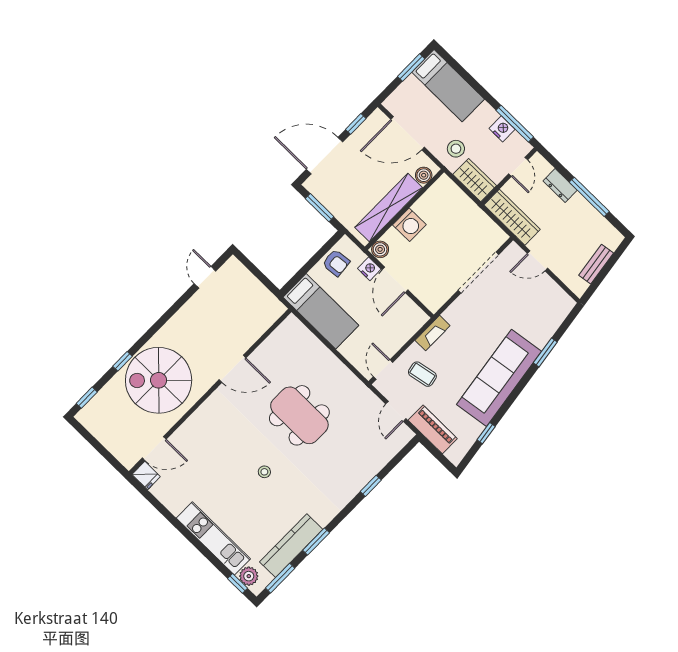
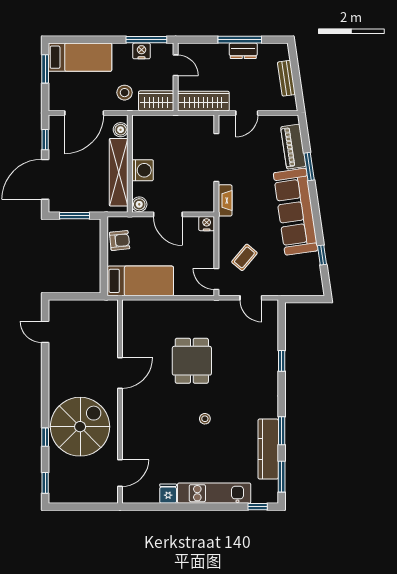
dresser: (560, 186) -> (243, 51), moved
nightstand: (369, 269) -> (207, 224), moved
fireplace: (433, 333) -> (225, 200), moved
coffee table: (422, 374) -> (244, 257), turned -39
spiral stairs: (159, 380) -> (80, 427), turned 180
dining table: (299, 415) -> (192, 361), width x0.73
piano: (433, 429) -> (293, 147), moved, turned -98
fridge: (146, 476) -> (168, 494), moved, turned -90
plant: (249, 576) -> (260, 495), removed

